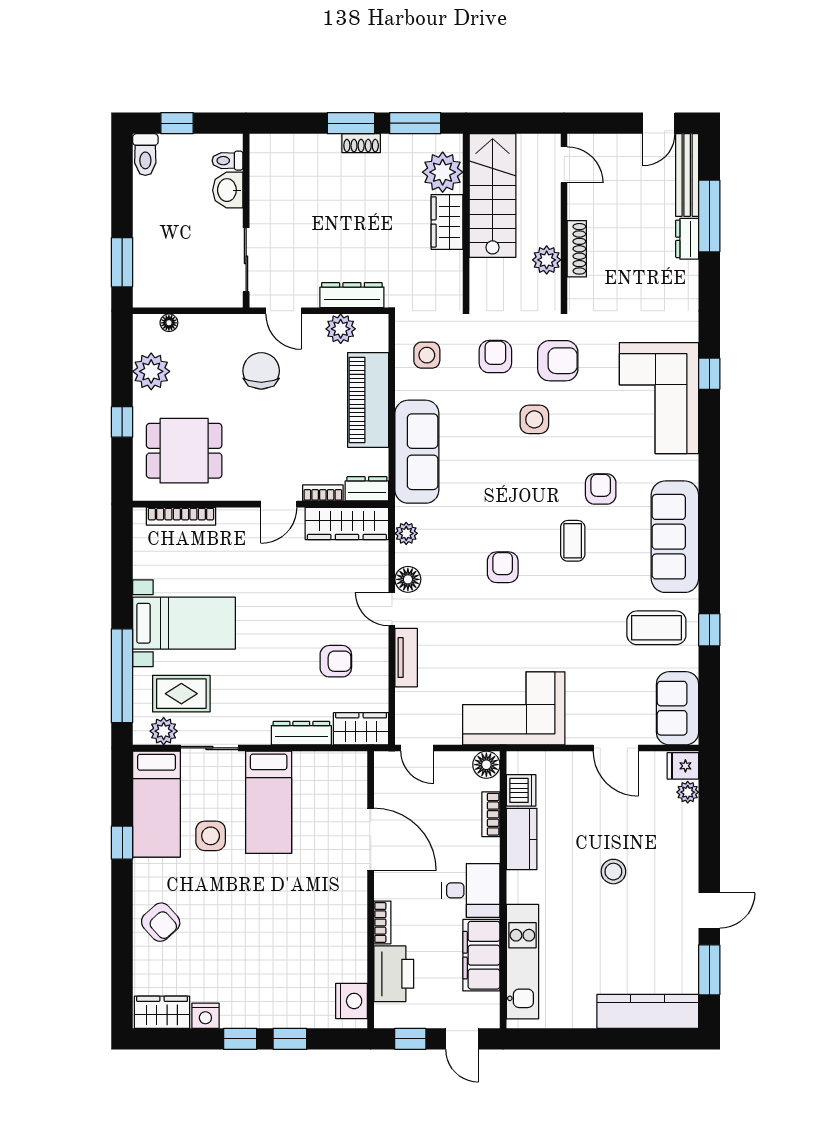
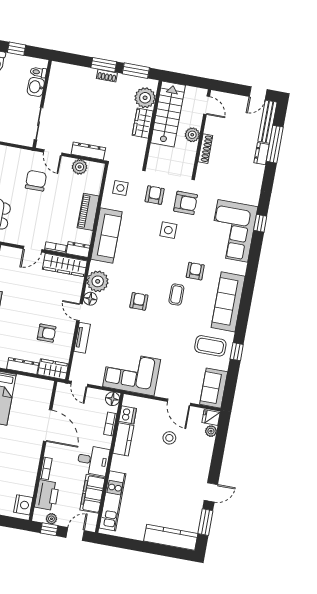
plant: (547, 260) -> (192, 135), moved
piano: (368, 400) -> (88, 212), width x0.73, depth x0.75
plant: (406, 533) -> (98, 281), width x1.88, depth x1.88
stool: (613, 872) -> (169, 438), moved
plant: (411, 1018) -> (51, 519), added
door: (462, 1039) -> (75, 534), swing flipped

